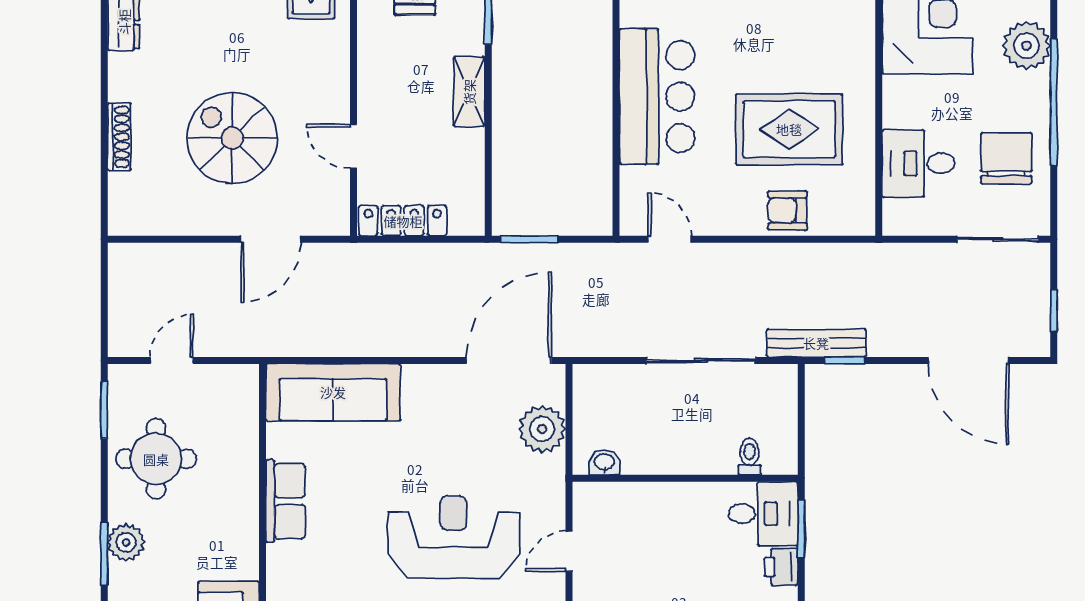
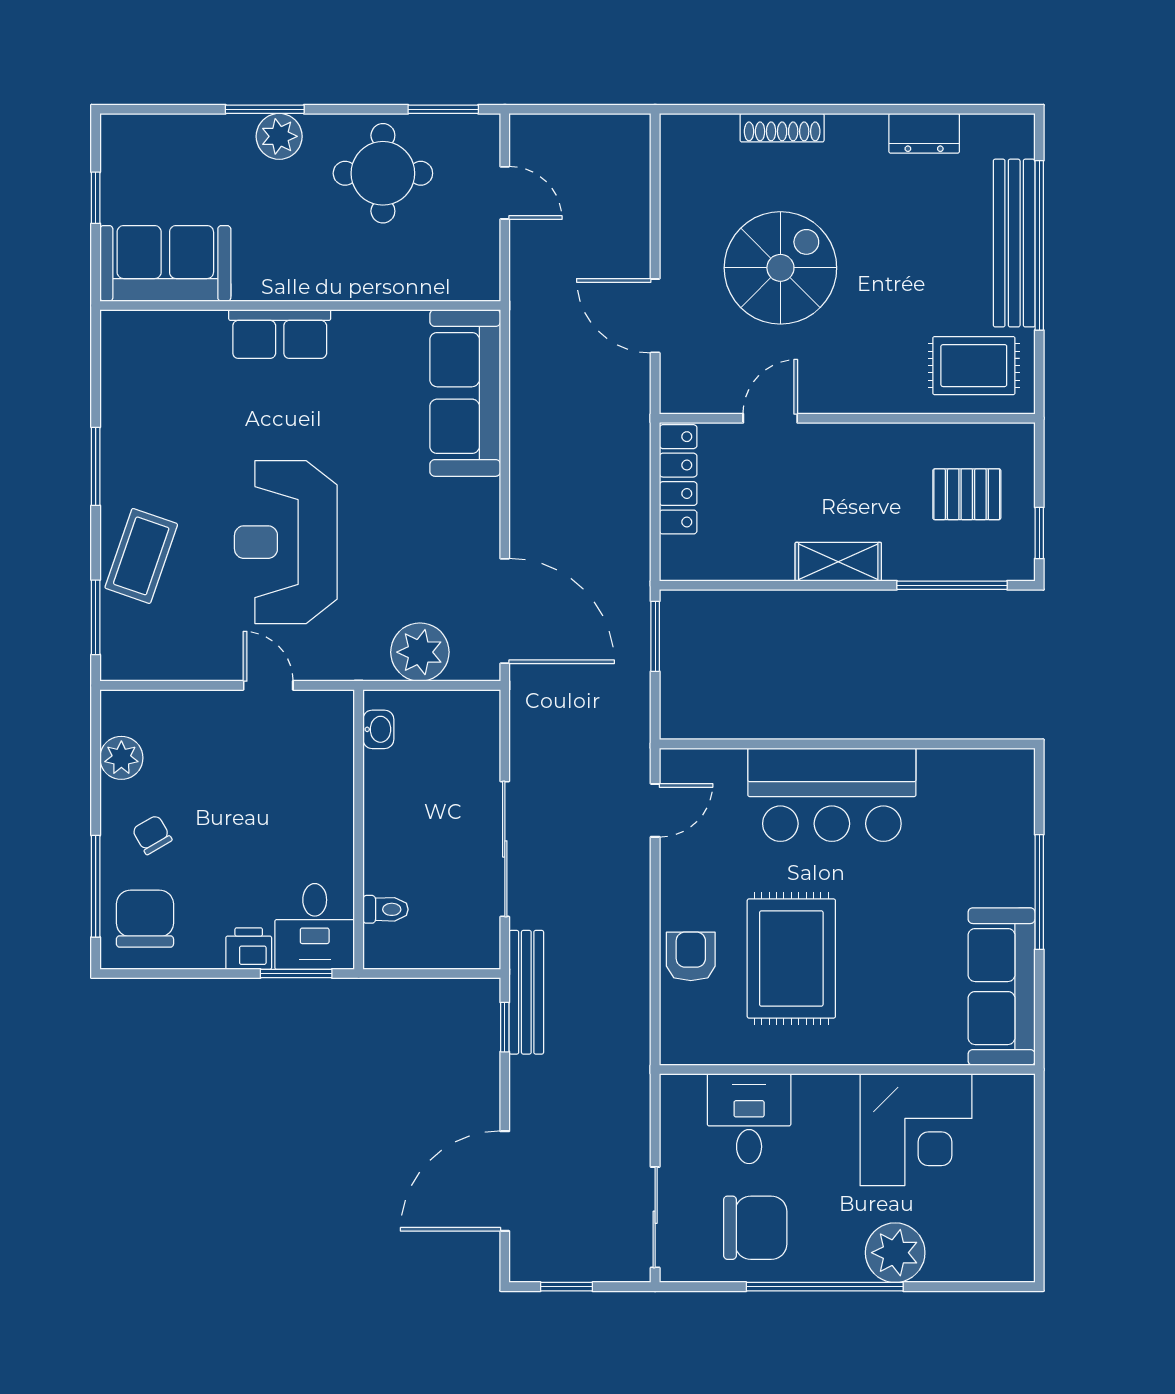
row of seats: (286, 501) -> (280, 334), moved
reception desk: (453, 537) -> (286, 542), turned 180

